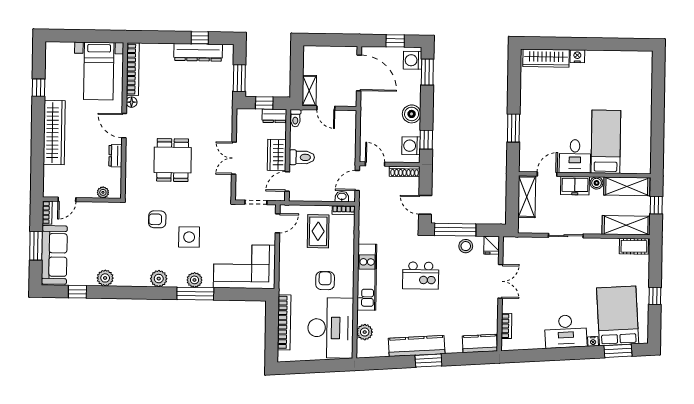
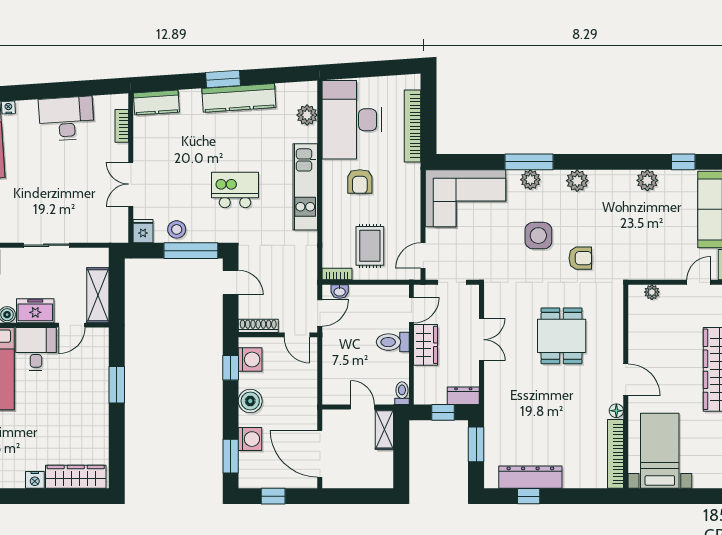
washing machine: (413, 60) -> (250, 439), moved
dresser: (274, 116) -> (463, 396), moved
dresser: (115, 156) -> (636, 340), removed
desk: (566, 331) -> (66, 119), moved

